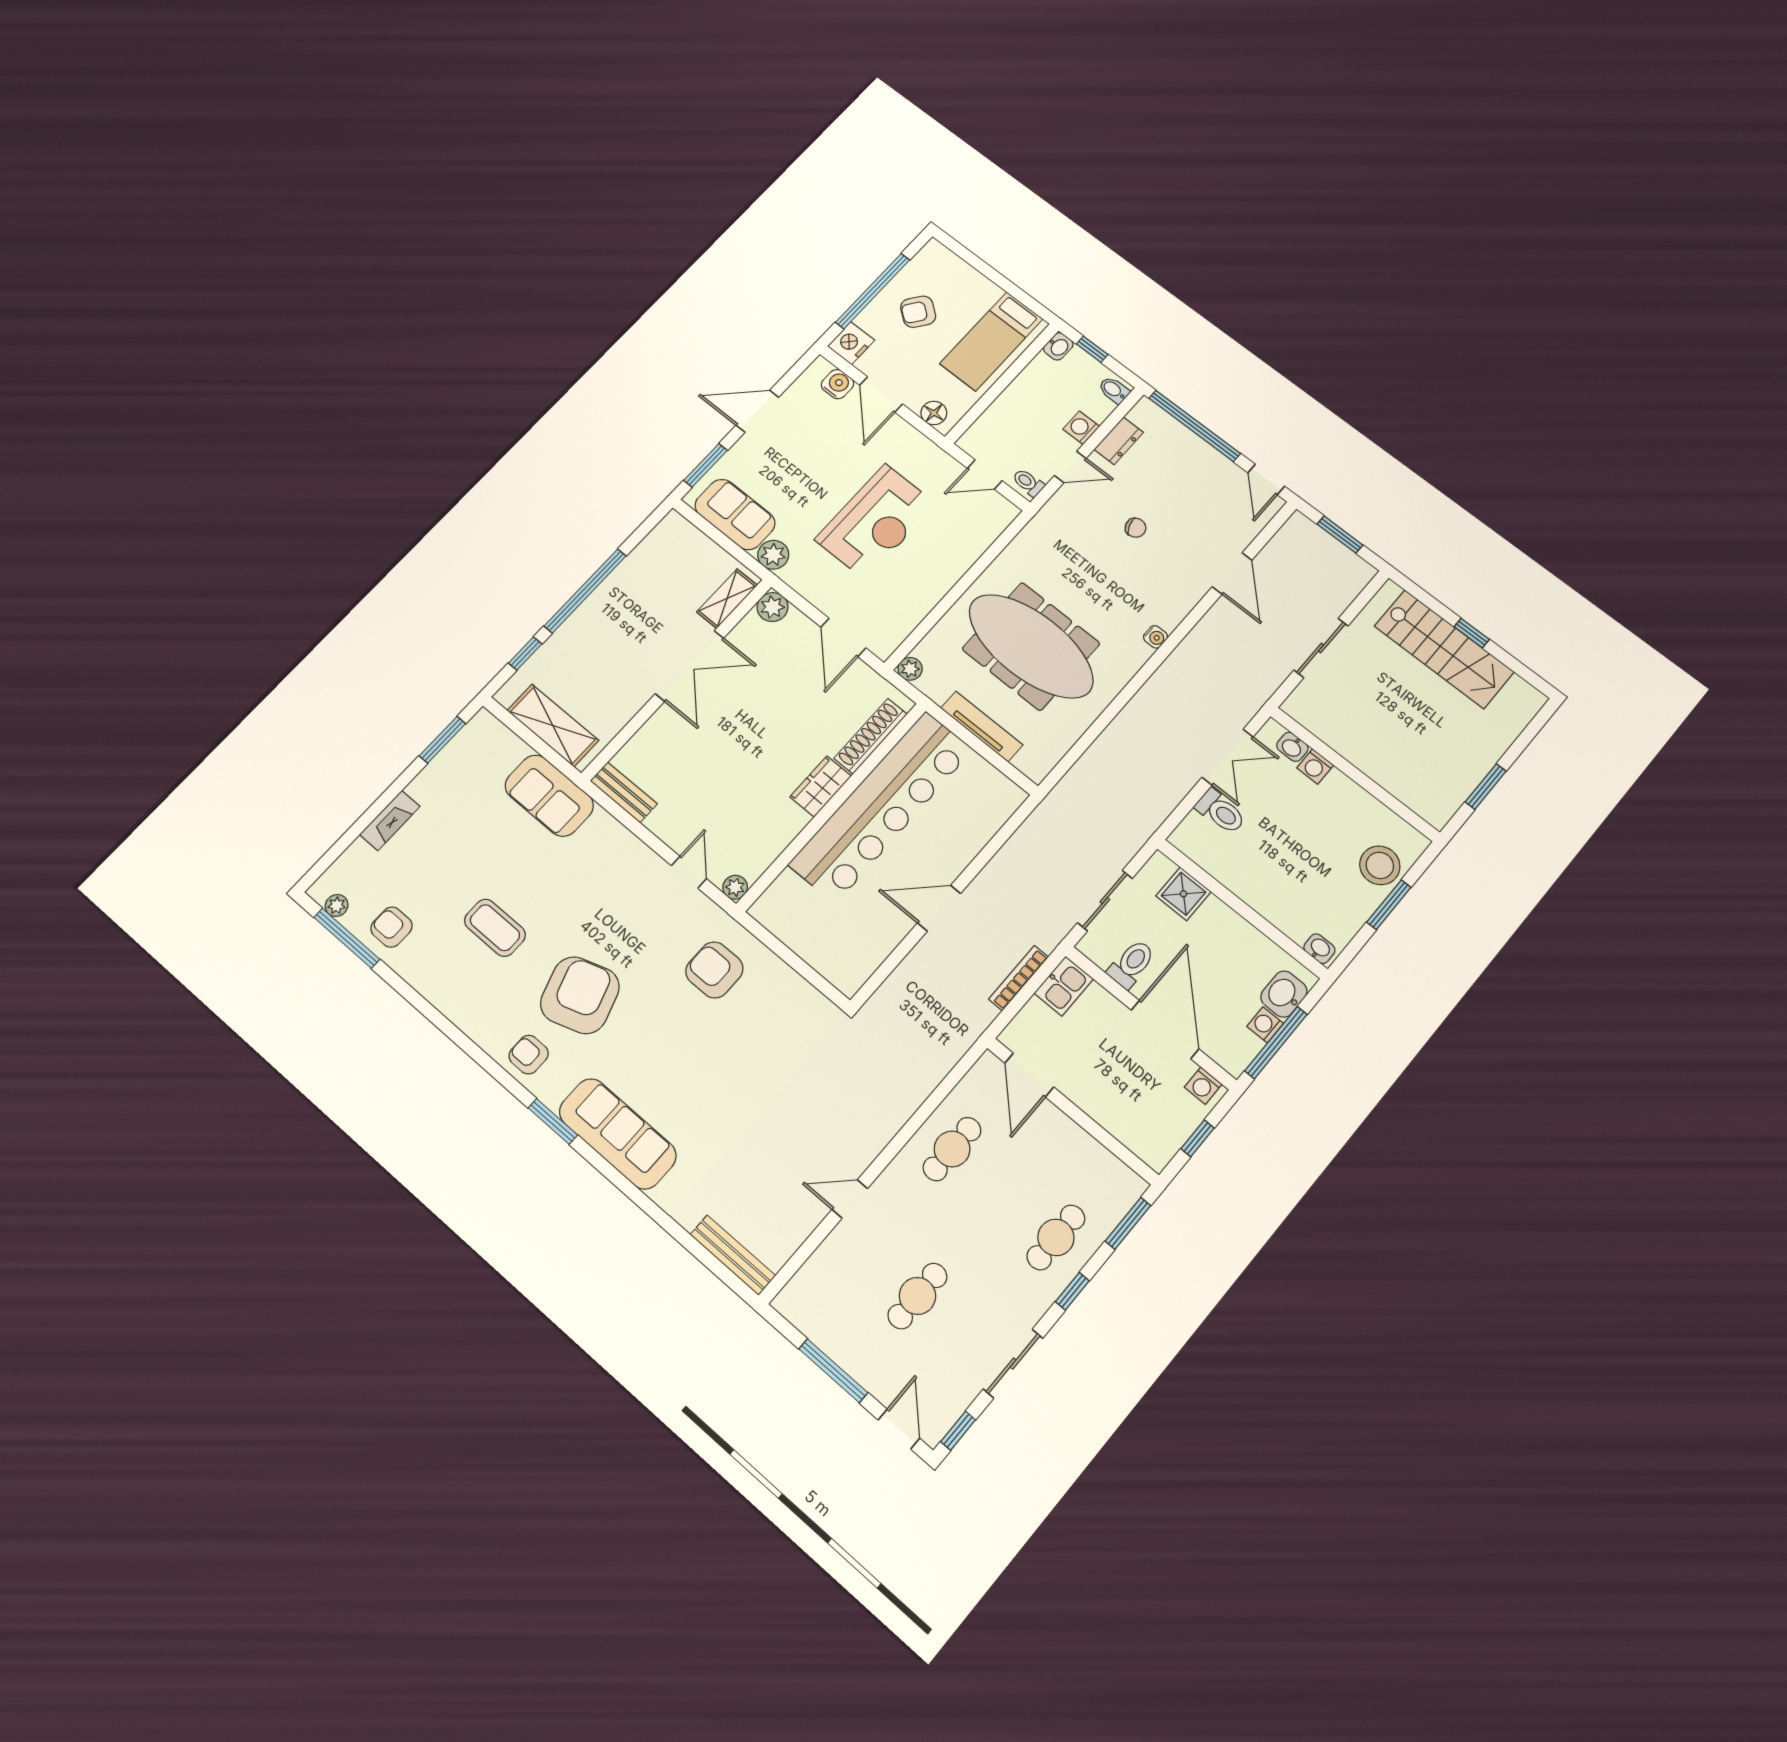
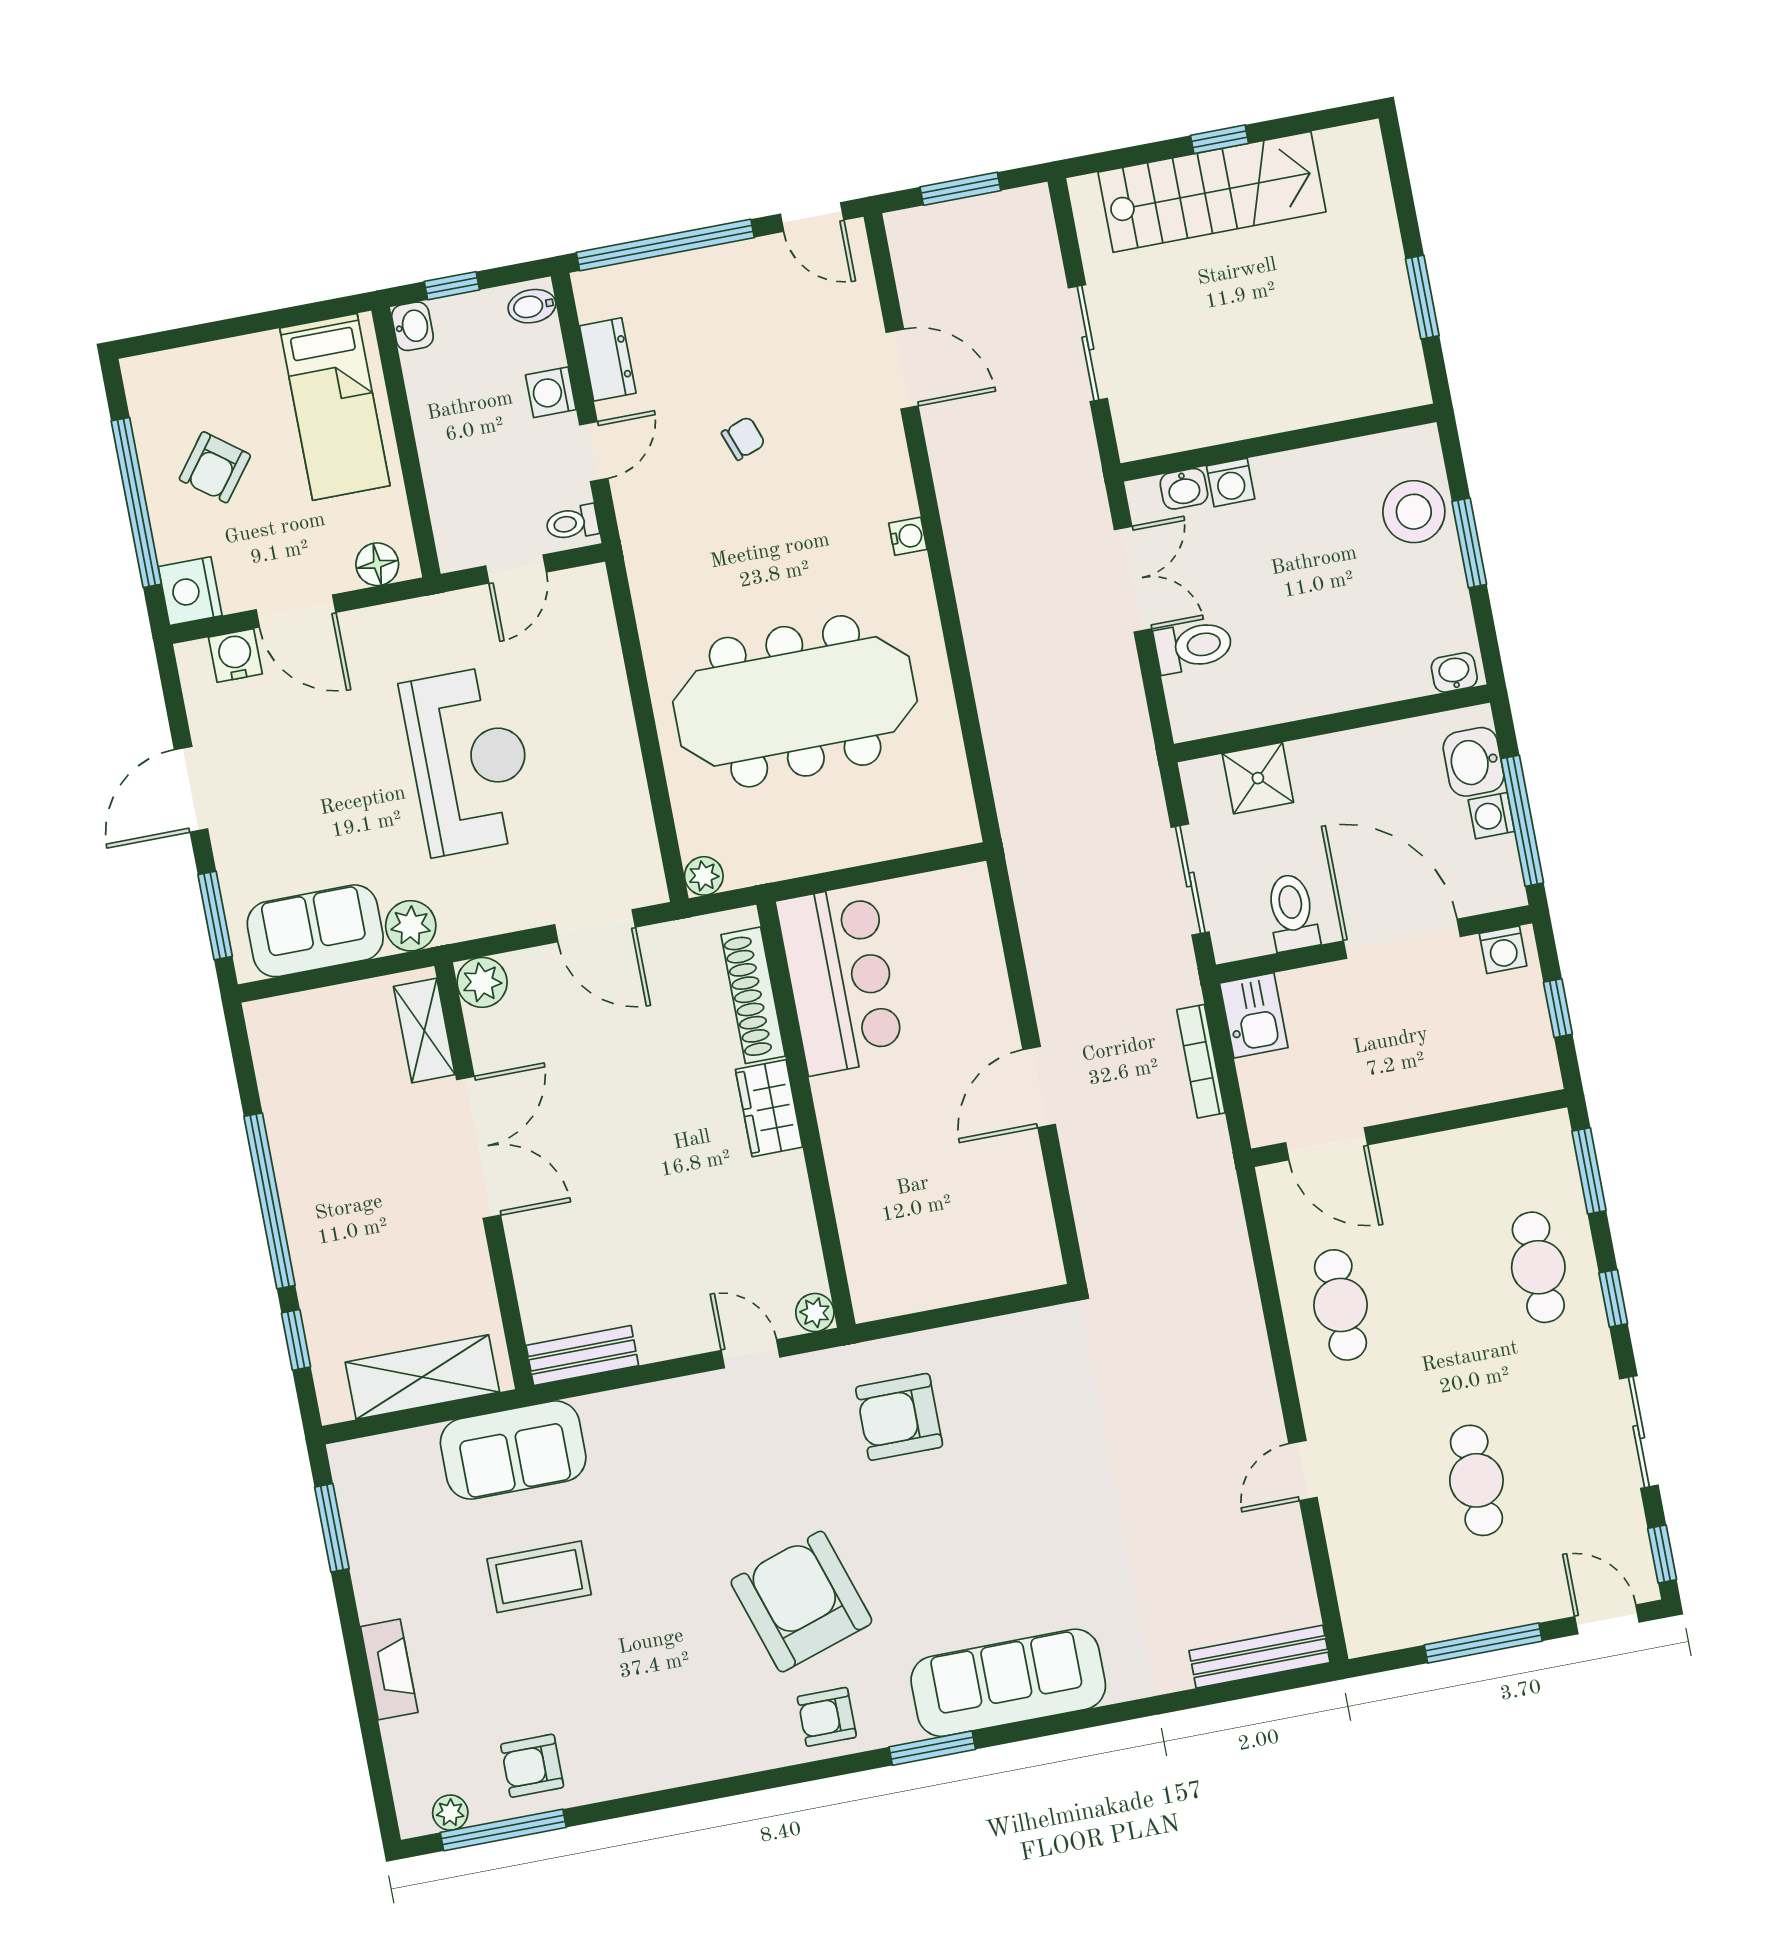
tv unit: (982, 726) -> (851, 848), removed
bar counter: (881, 807) -> (840, 979), width x0.54
coffee table: (495, 928) -> (539, 1577), moved

